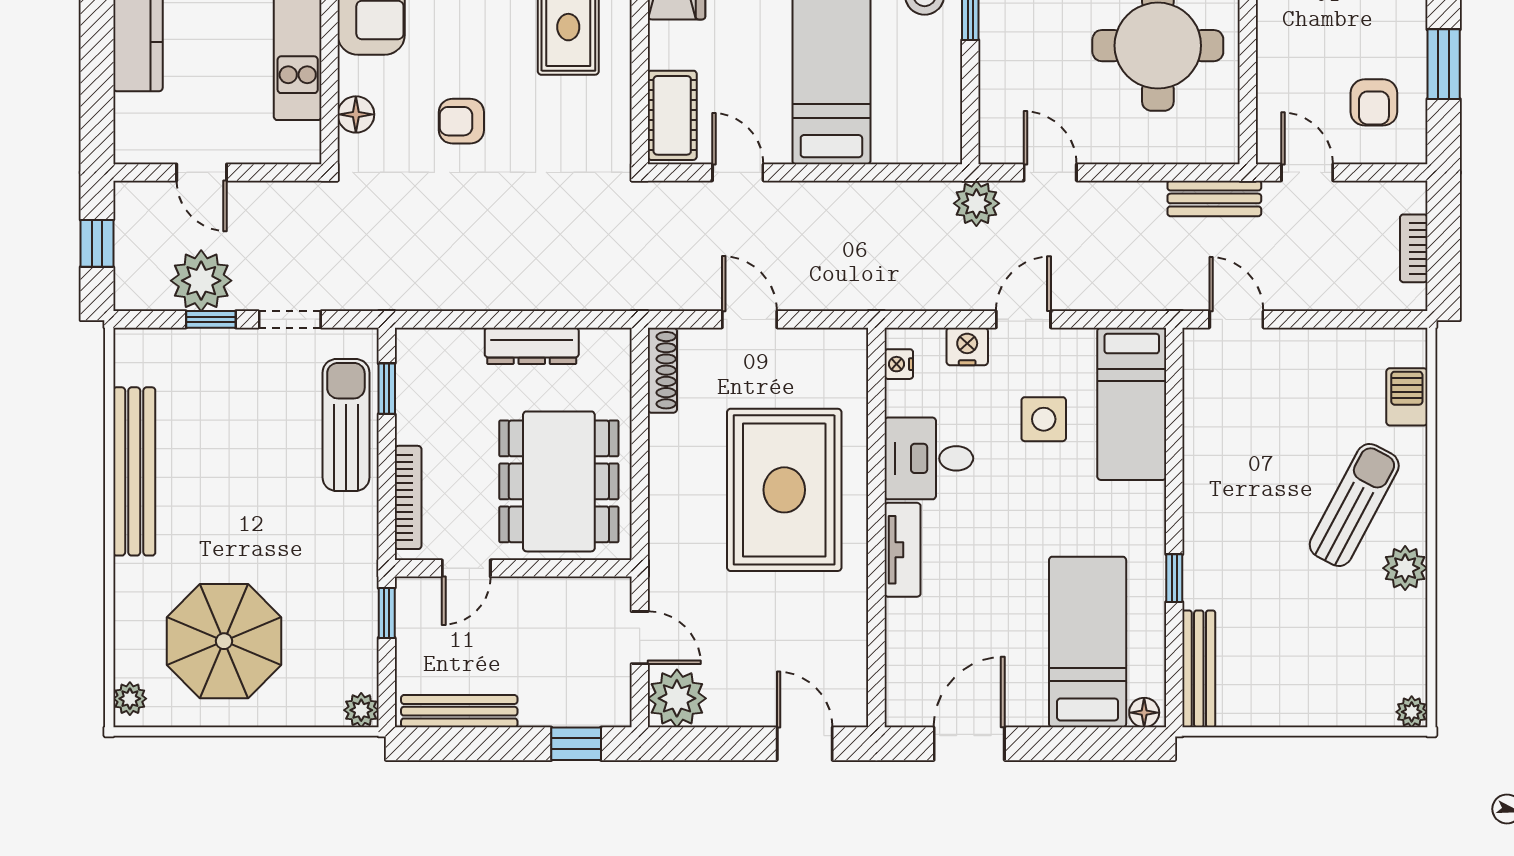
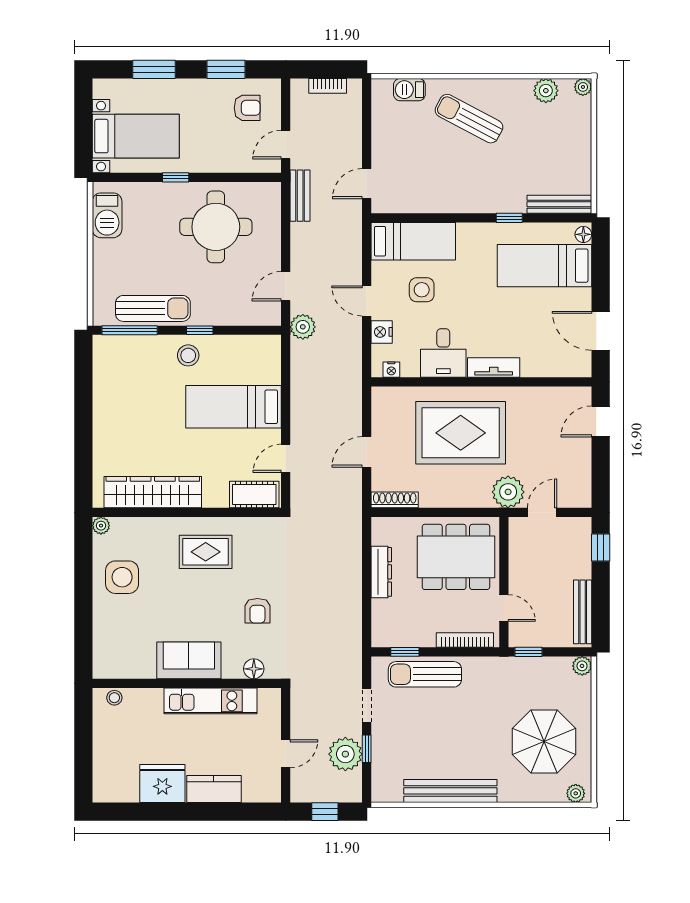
plant: (1405, 568) -> (546, 91), moved
plant: (677, 698) -> (508, 492), moved

